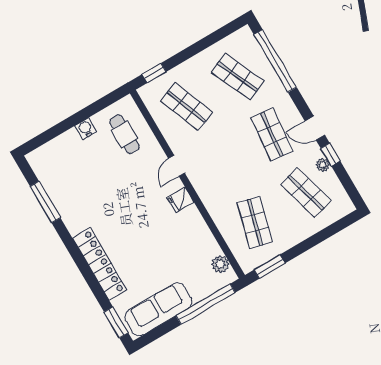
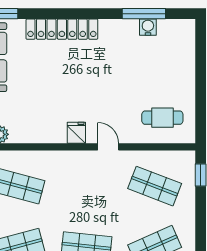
shop shelf: (187, 107) -> (155, 186), turned 42
water cooler: (86, 129) -> (148, 27), moved, turned -90

